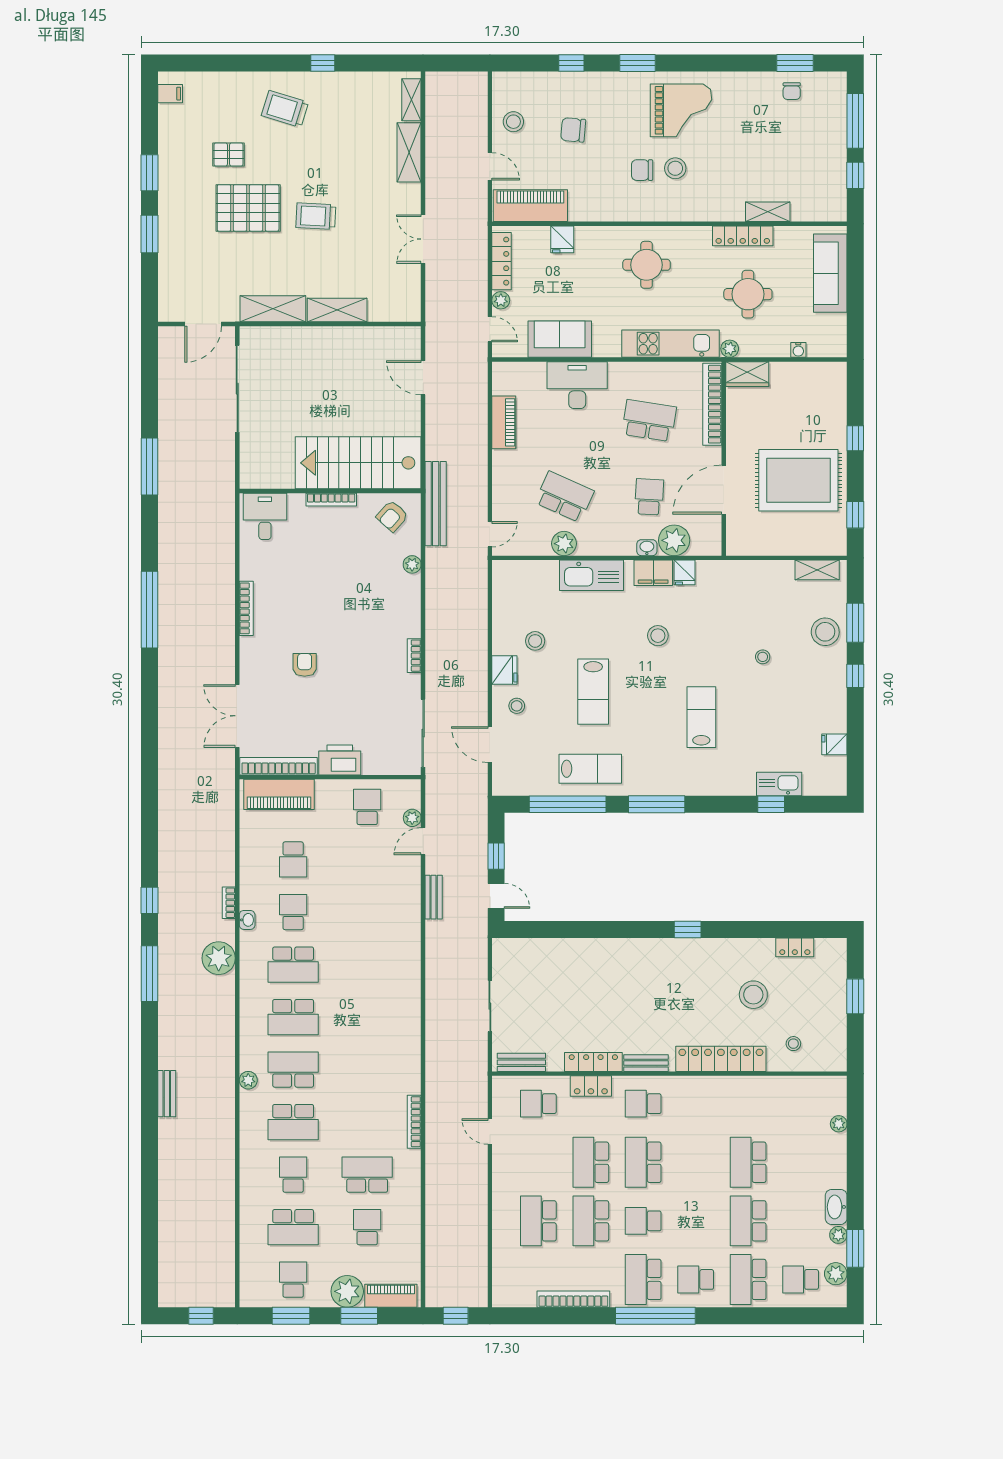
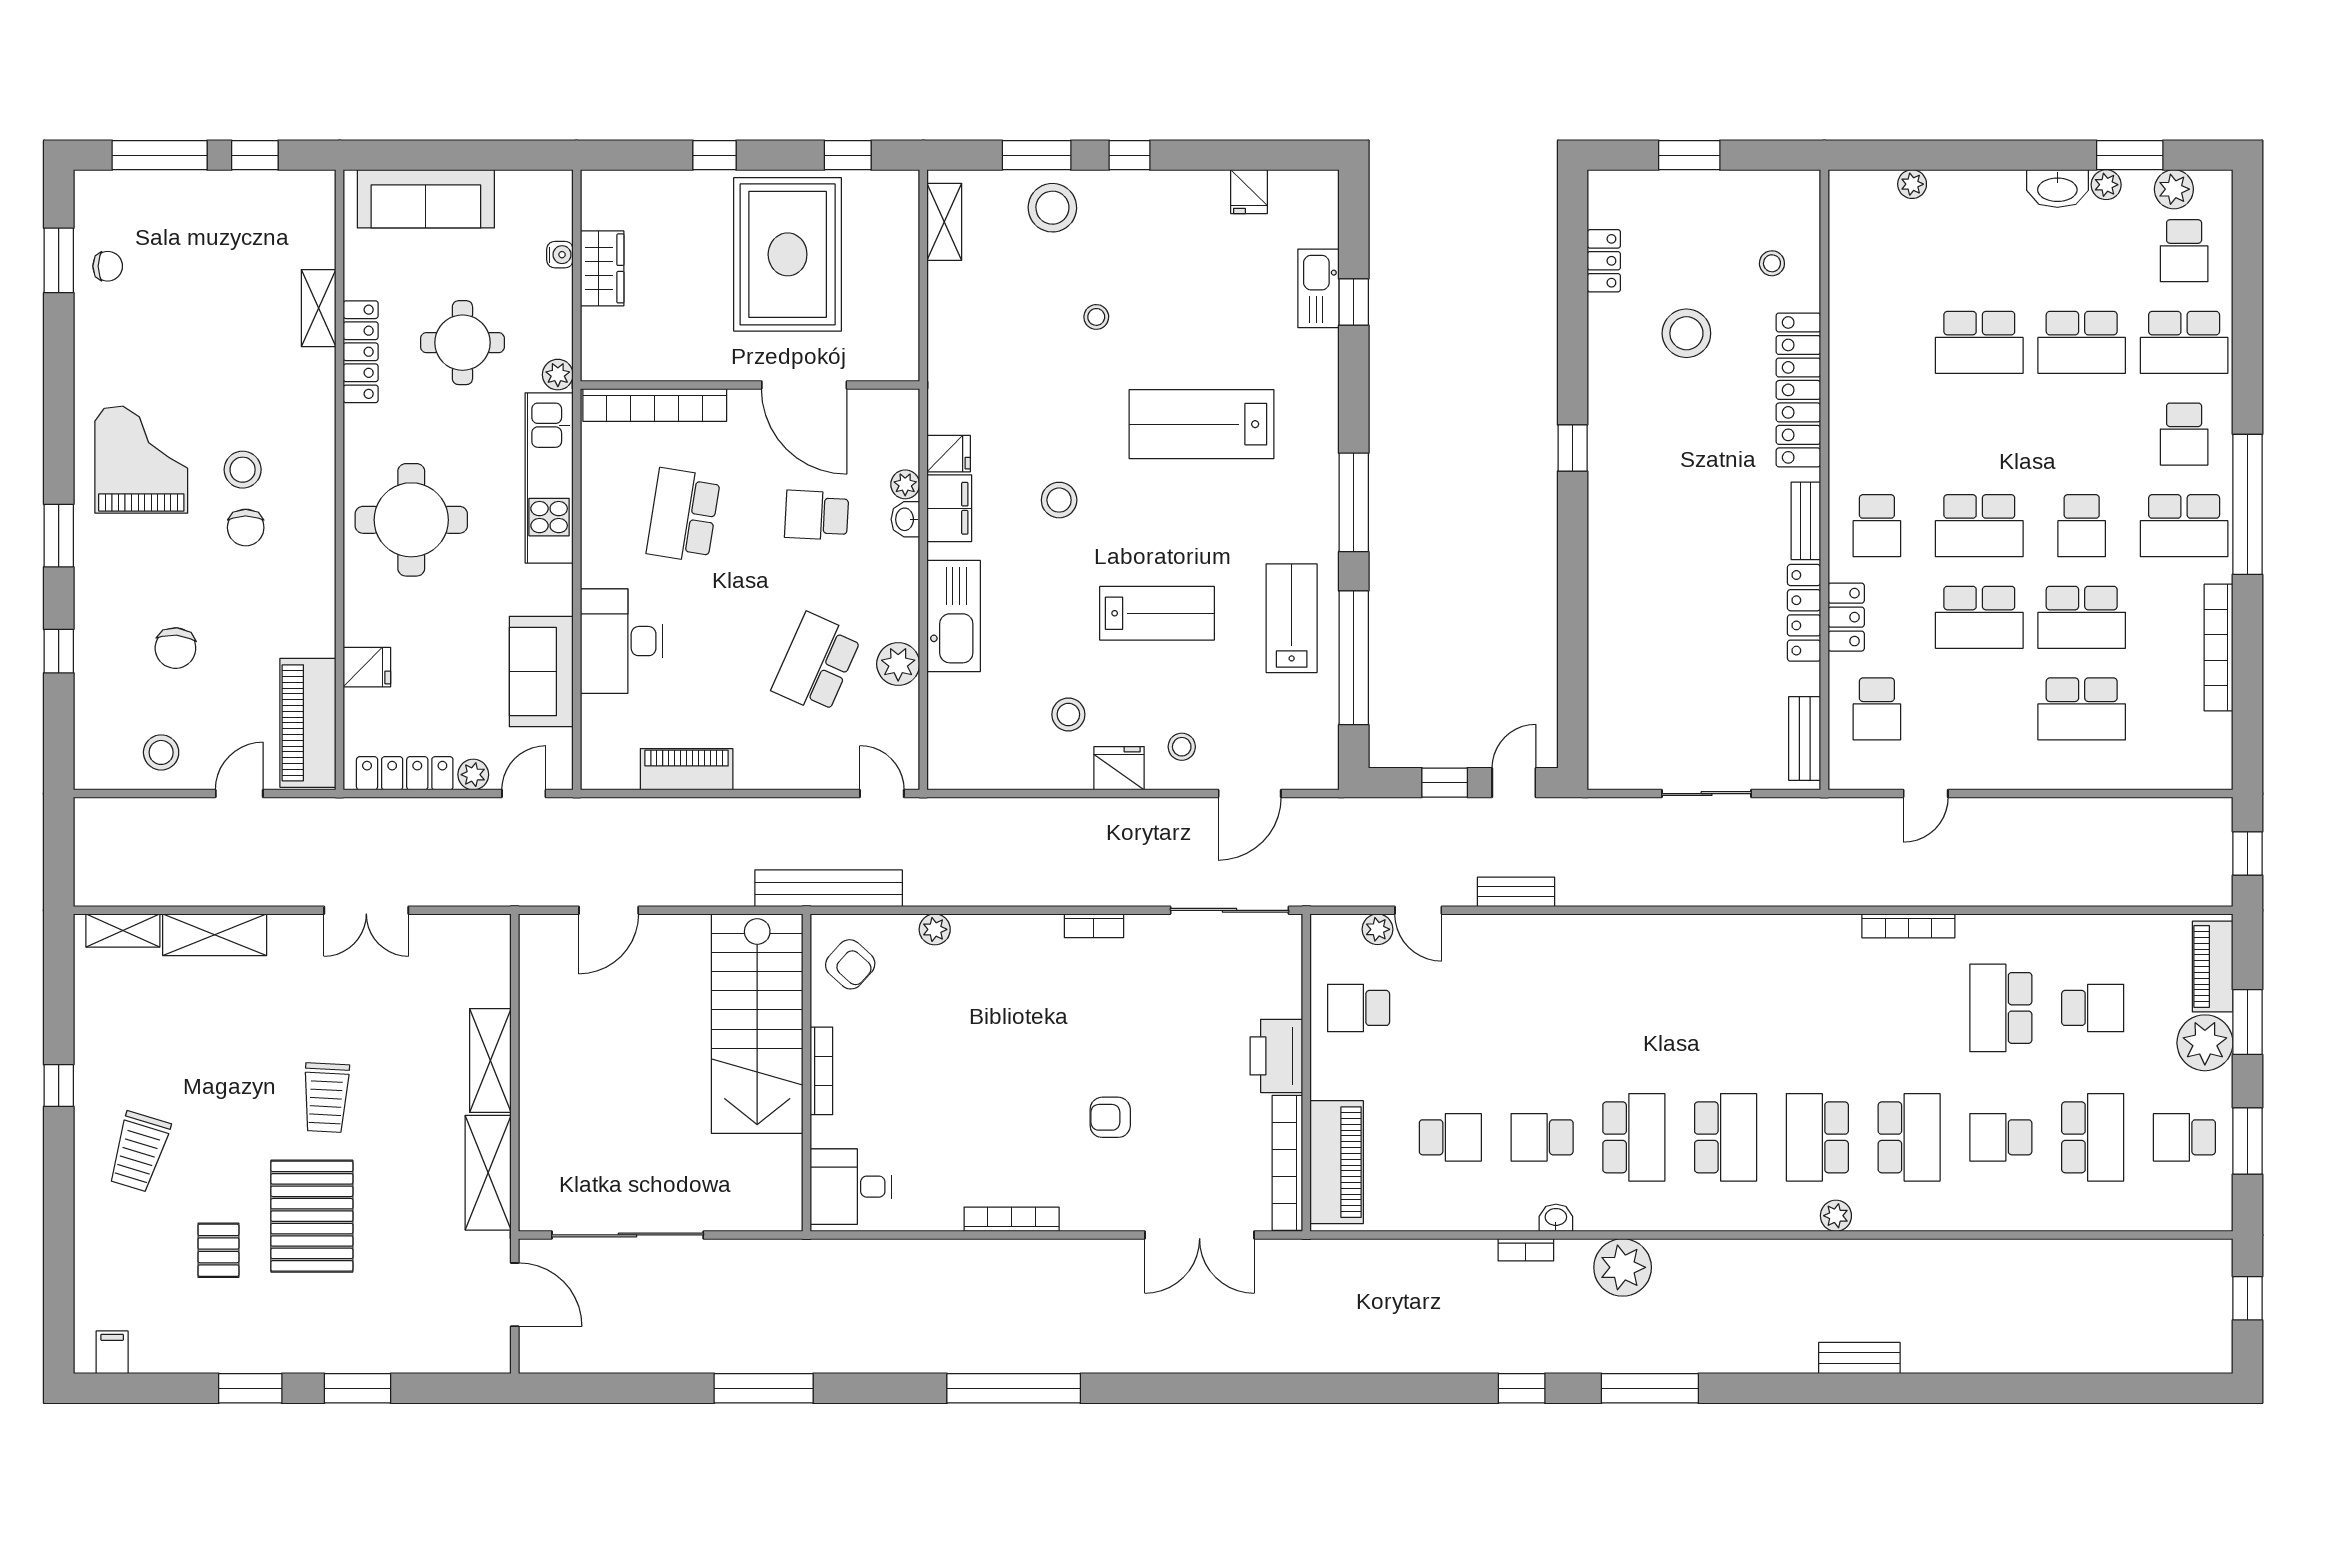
round table: (647, 265) -> (411, 520), width x1.36, depth x1.36
wardrobe: (747, 374) -> (602, 268), moved
plant: (674, 540) -> (905, 484), width x0.53, depth x0.53
lab bench: (701, 717) -> (1202, 424), width x1.36, depth x1.39
school desk: (367, 1227) -> (2093, 1008), turned 180

